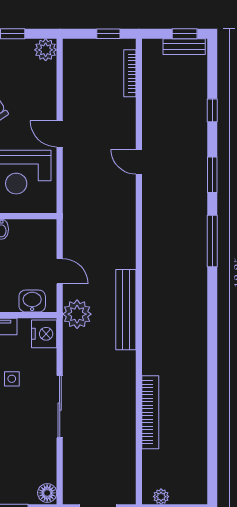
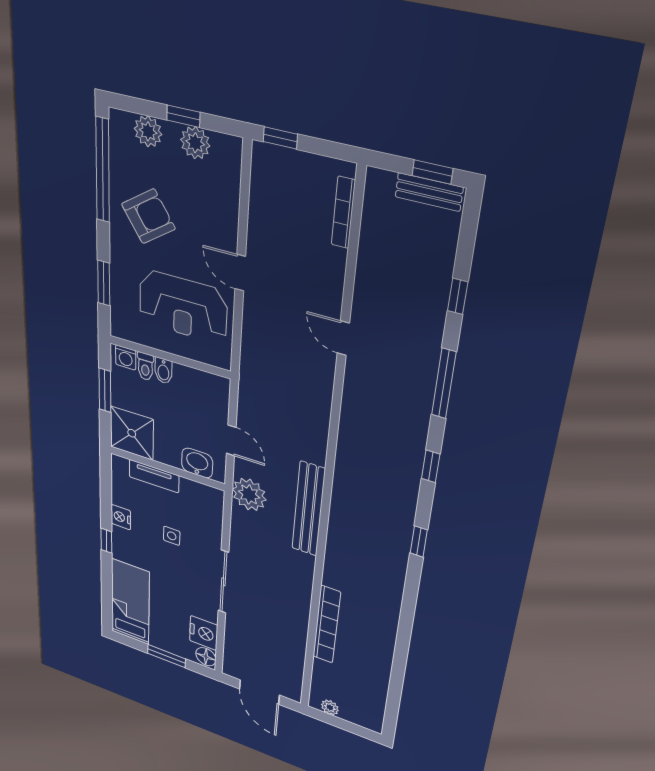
window: (108, 34) -> (280, 138), moved
plant: (46, 50) -> (195, 143), moved
window: (212, 175) -> (444, 384), width x1.44
window: (212, 241) -> (431, 466), width x0.46
window: (212, 306) -> (419, 541), added
nightstand: (44, 334) -> (204, 633), moved

